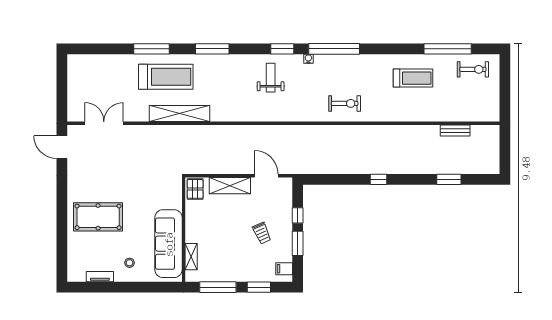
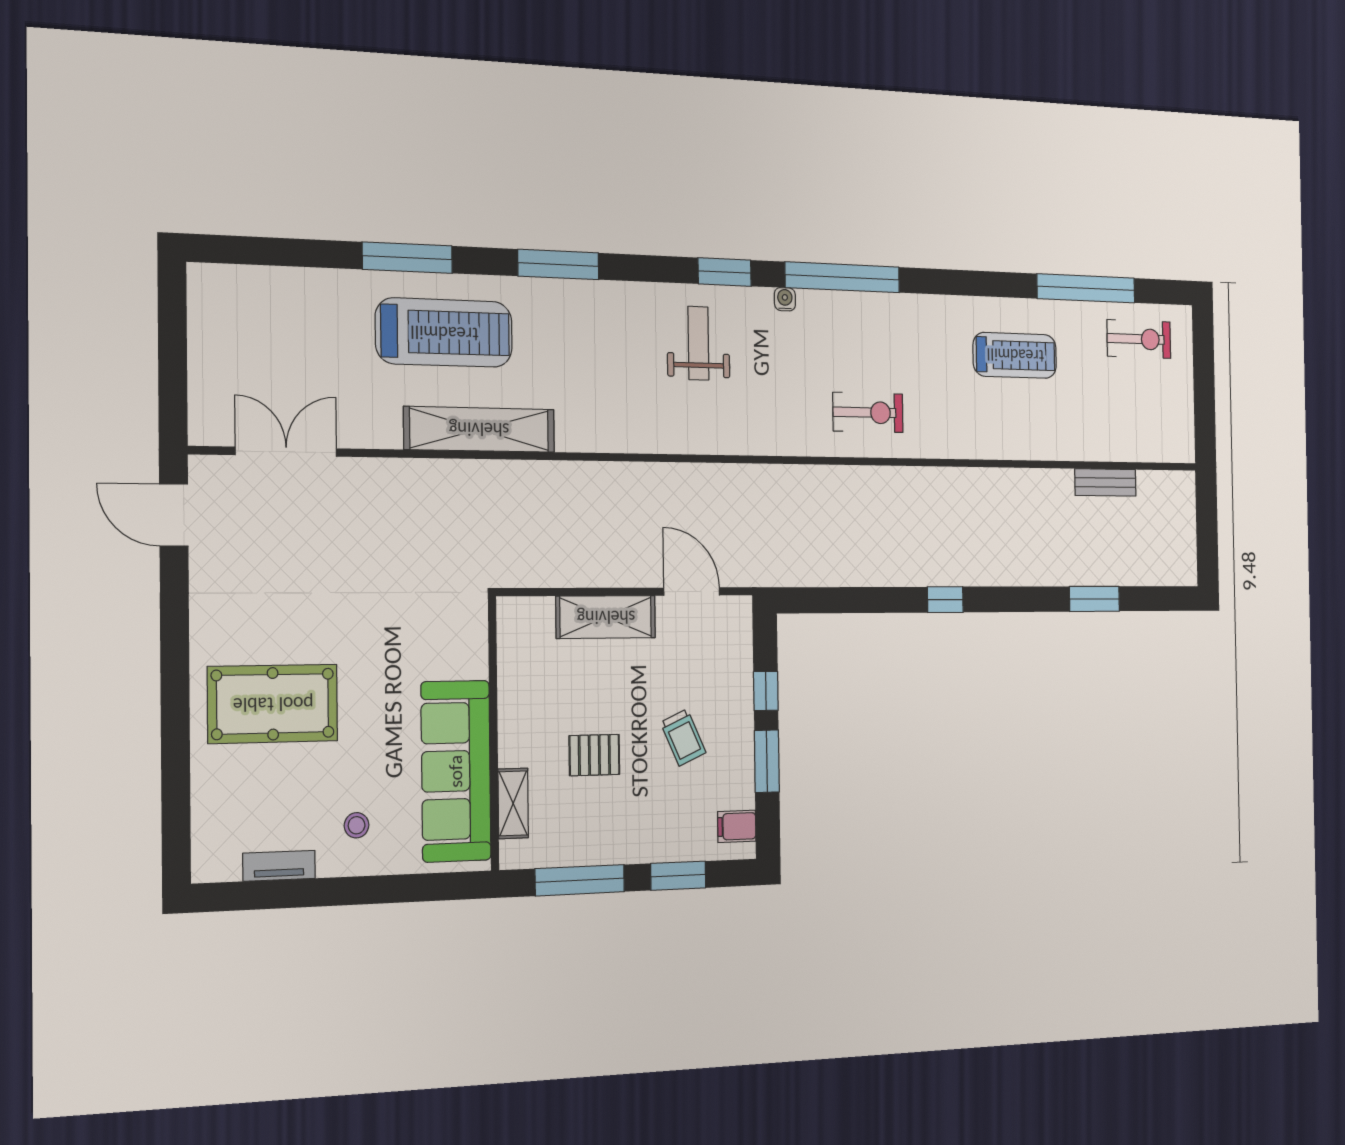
pallet: (195, 189) -> (594, 755), moved, turned 90

